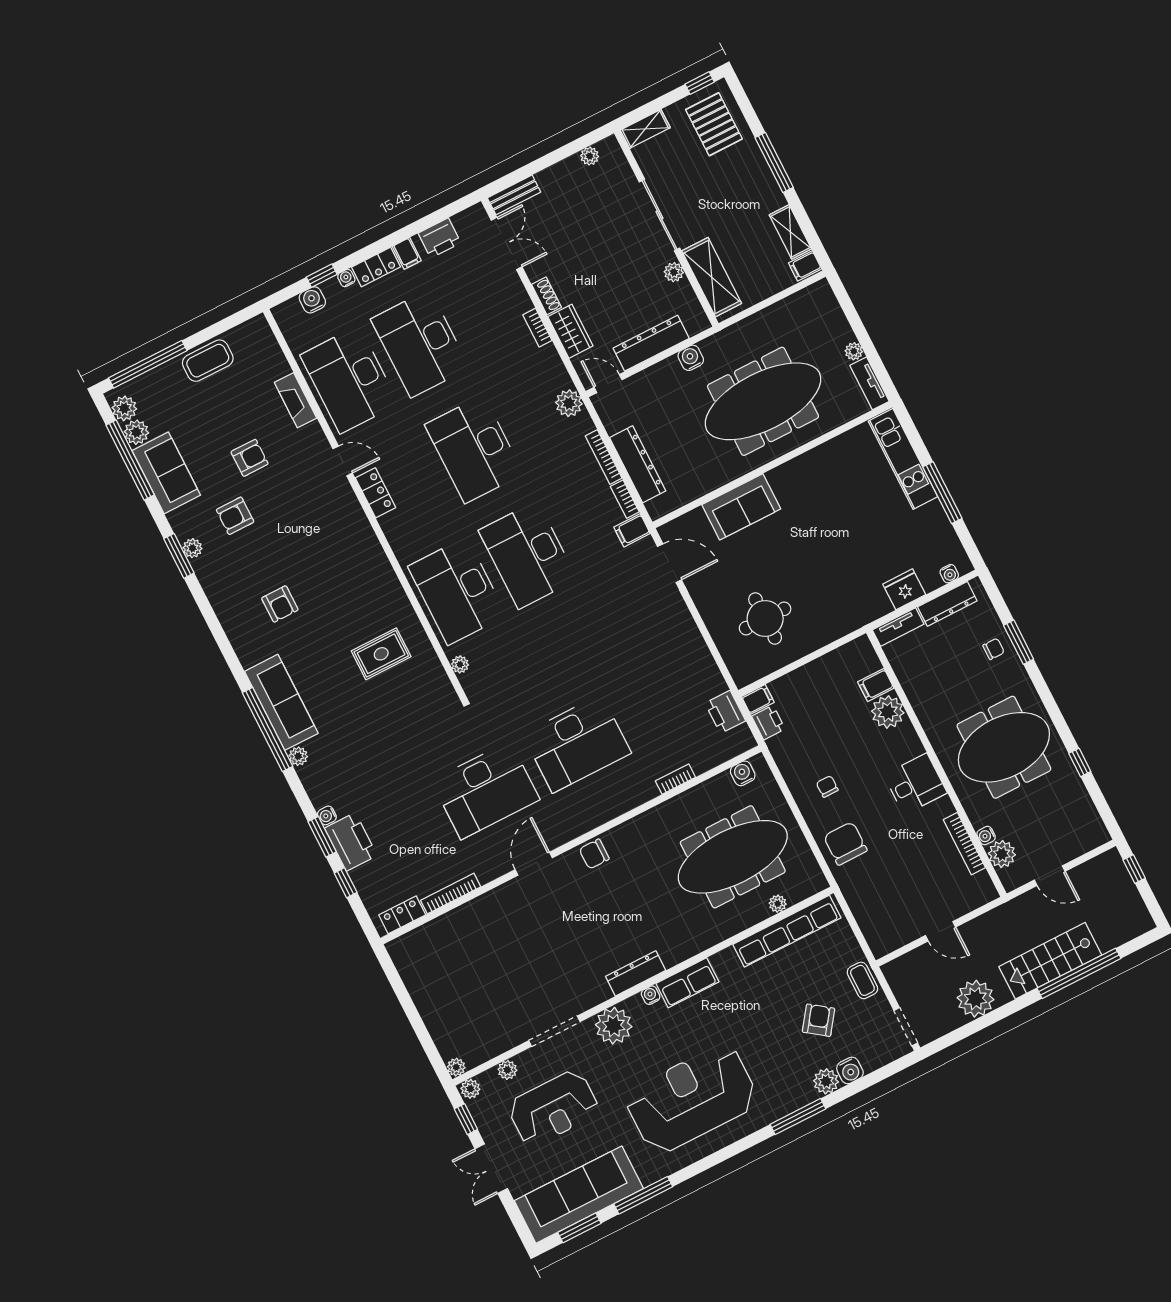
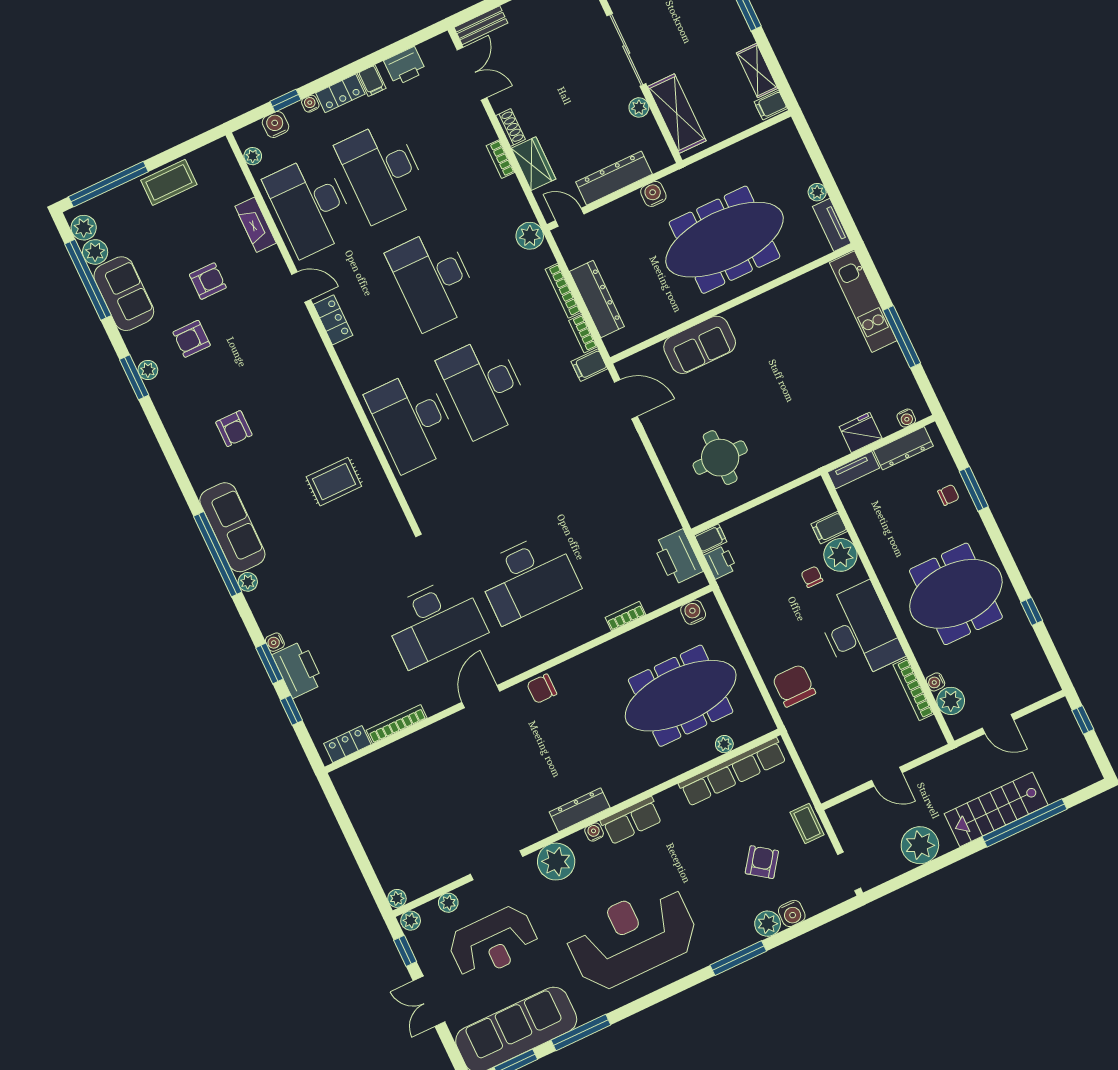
plant: (460, 664) -> (253, 156), moved
printer: (725, 712) -> (678, 557), width x1.37, depth x1.19
desk: (915, 784) -> (859, 631), width x1.87, depth x1.30
chair: (827, 787) -> (812, 577), moved

